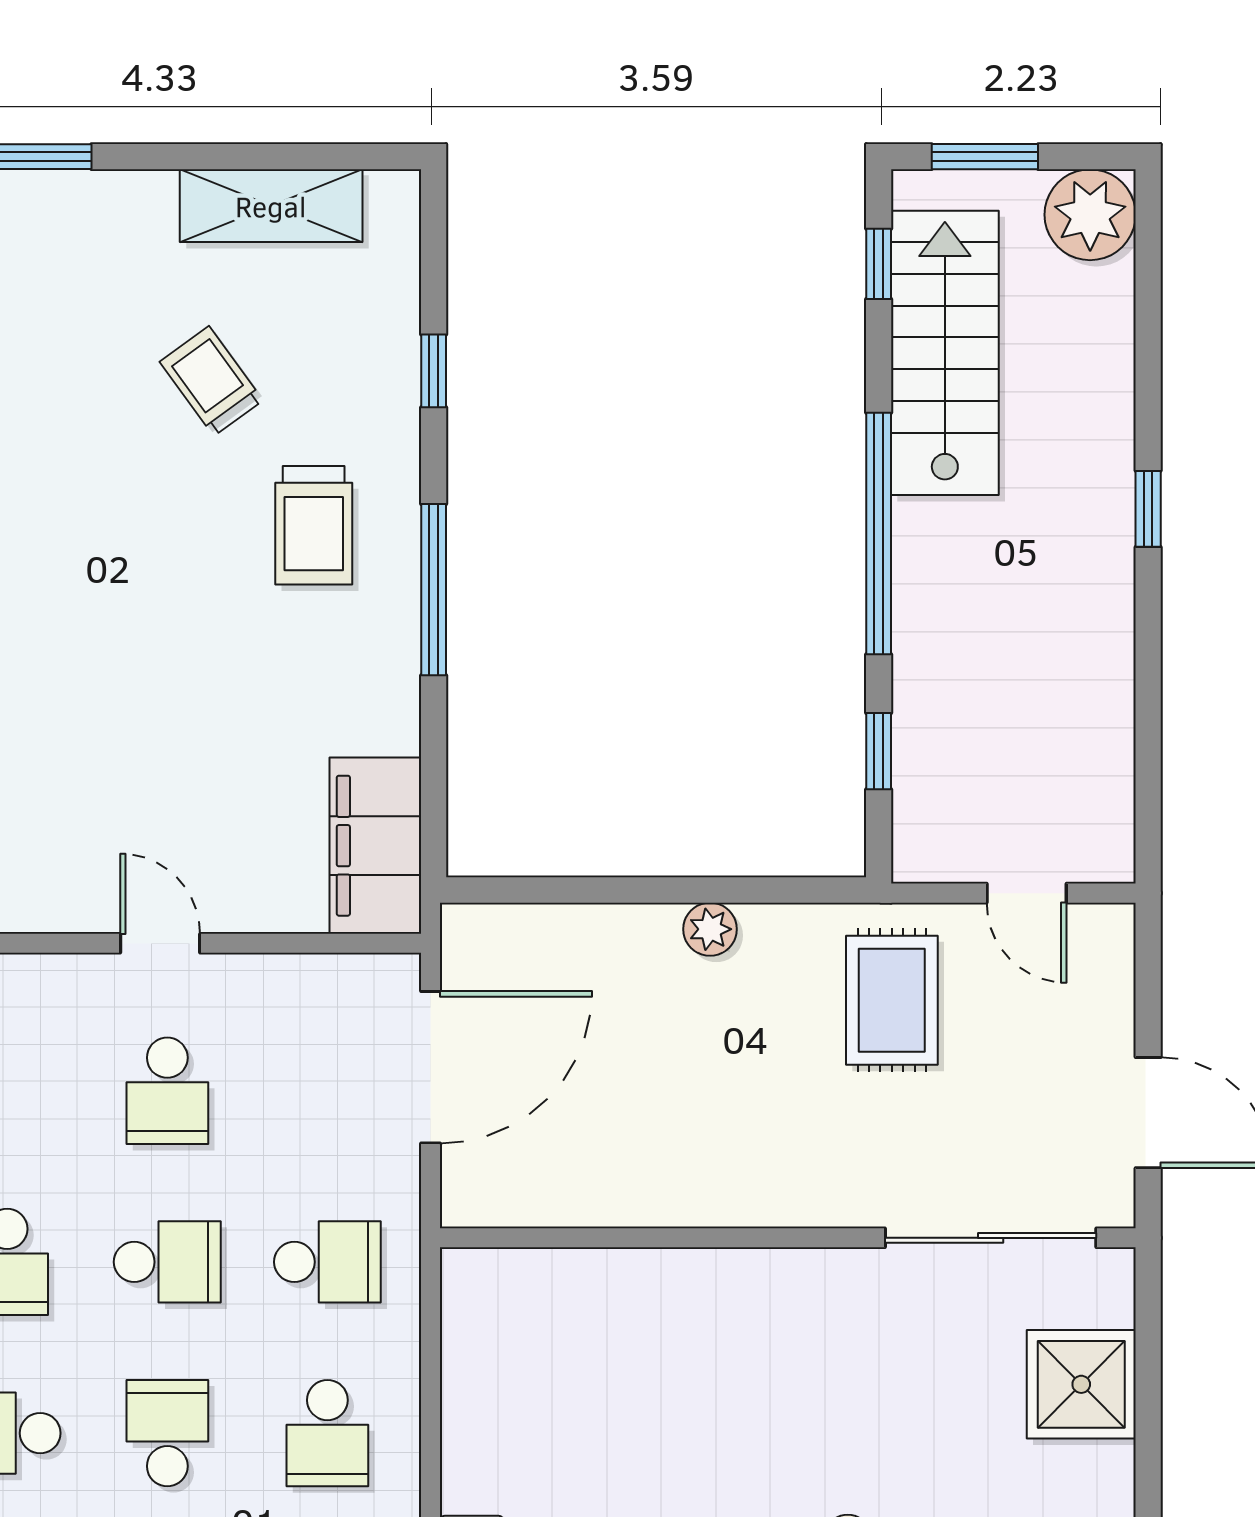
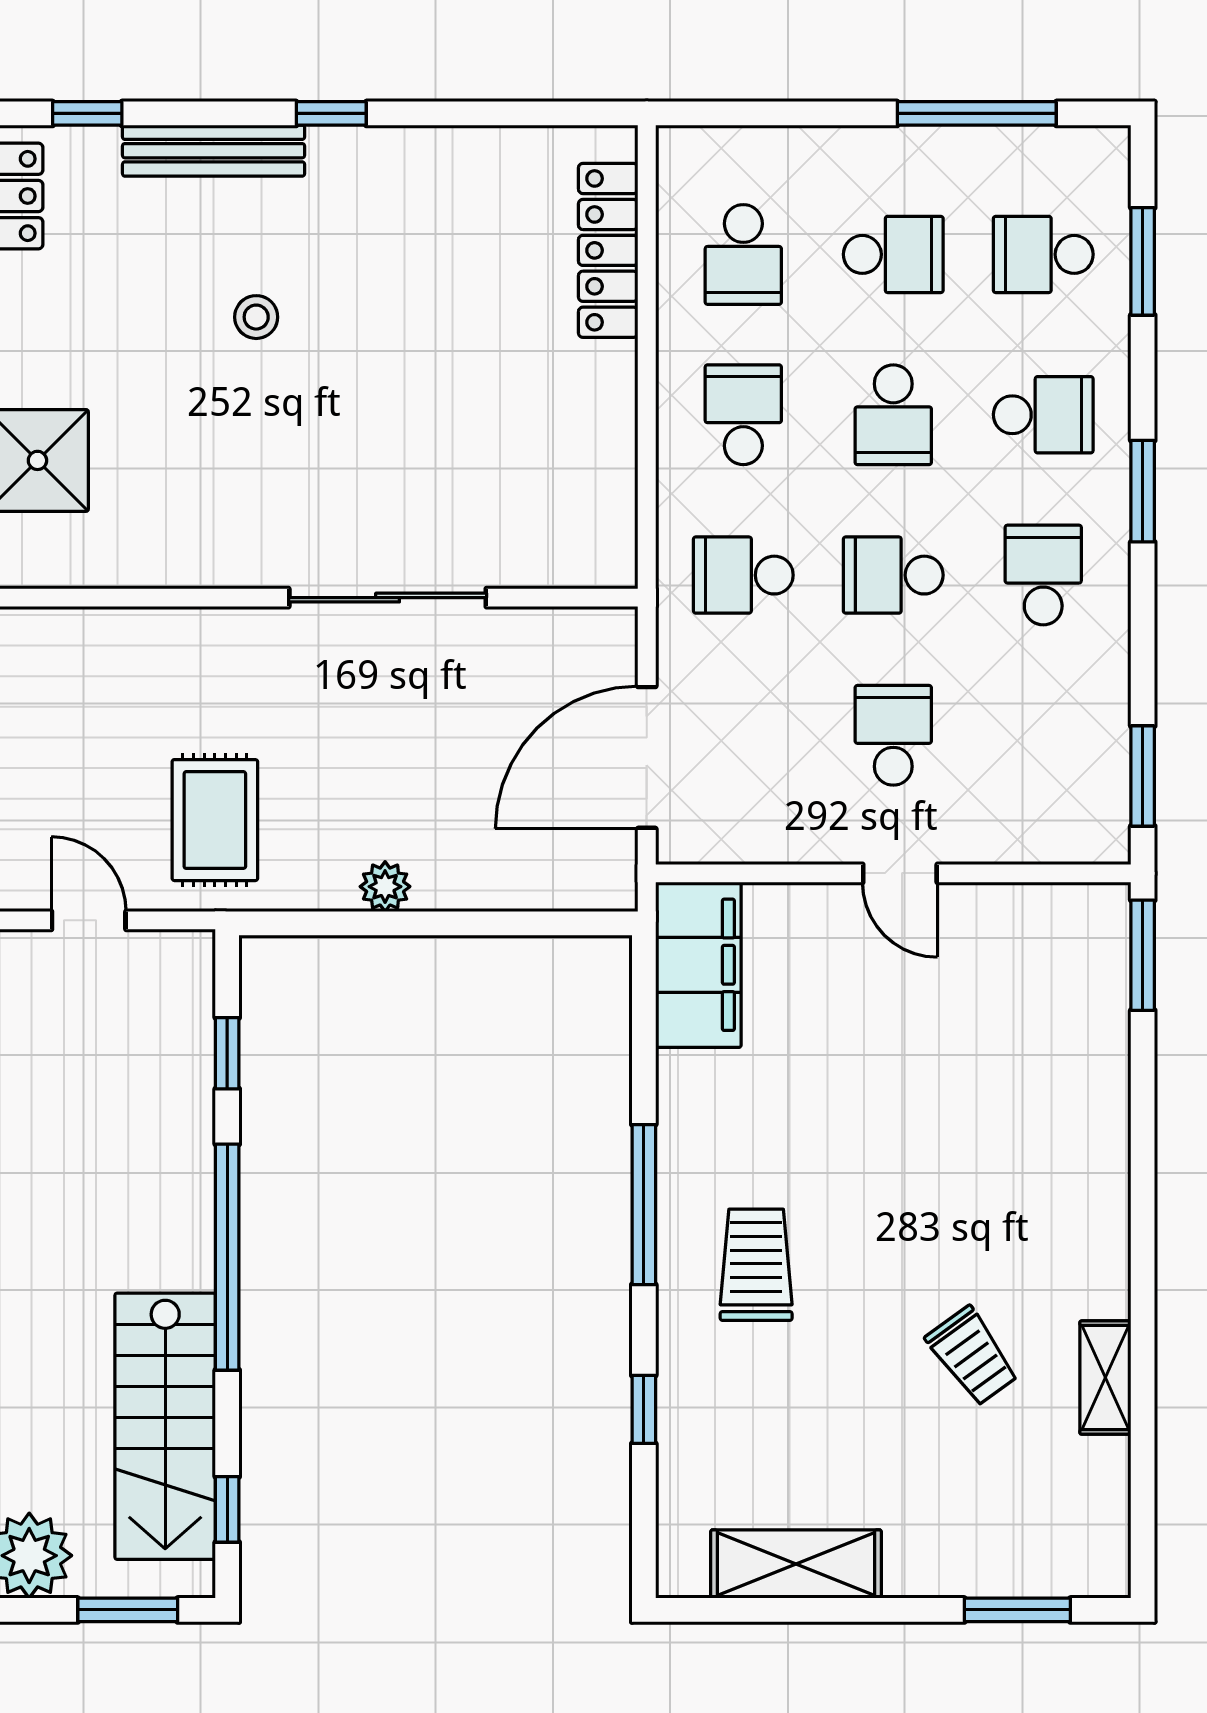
trolley: (211, 381) -> (972, 1356), moved
sliding door: (991, 1238) -> (388, 598), moved

